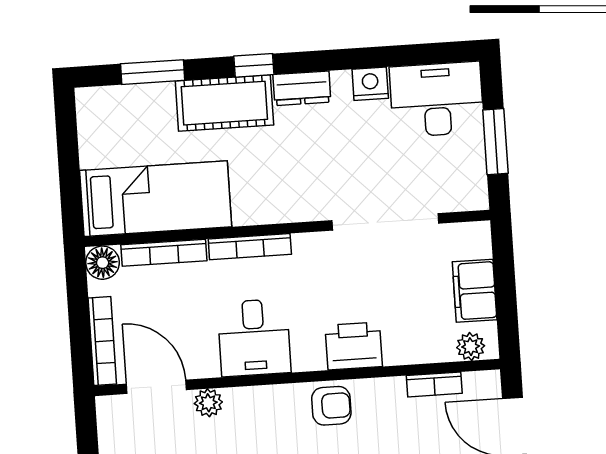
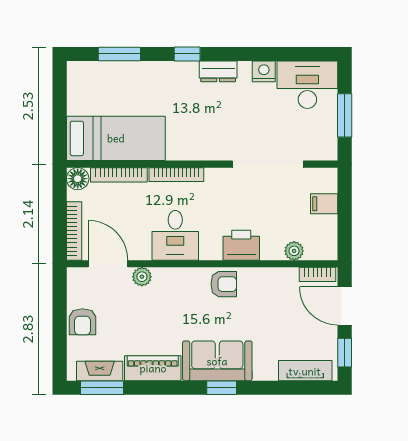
cot: (224, 103) -> (166, 78), removed
filing cabinet: (475, 291) -> (324, 204), width x0.50
plant: (471, 347) -> (294, 251), moved
bookcase: (434, 384) -> (318, 274), moved

